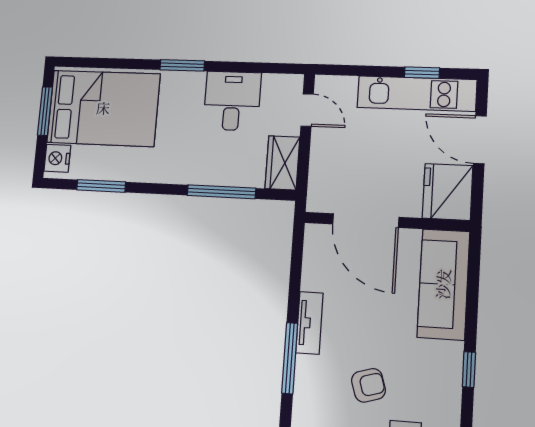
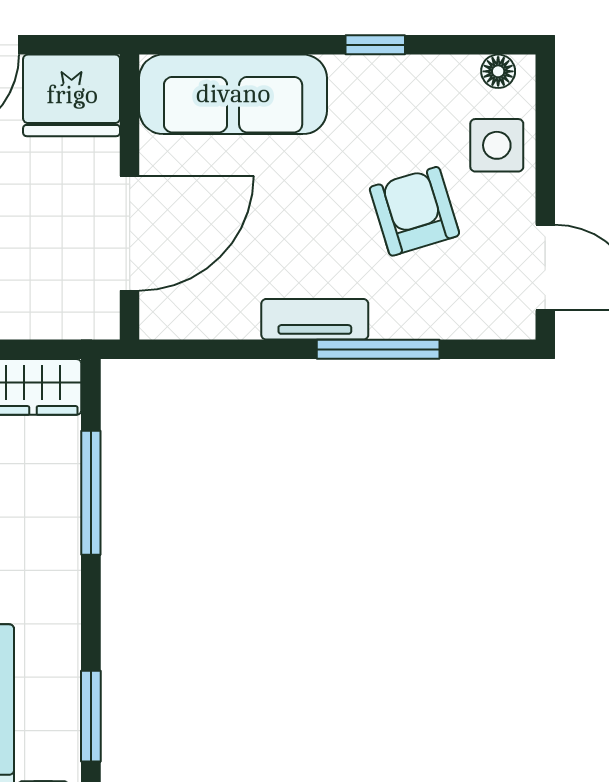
armchair: (368, 385) -> (414, 211), width x1.38, depth x1.38

